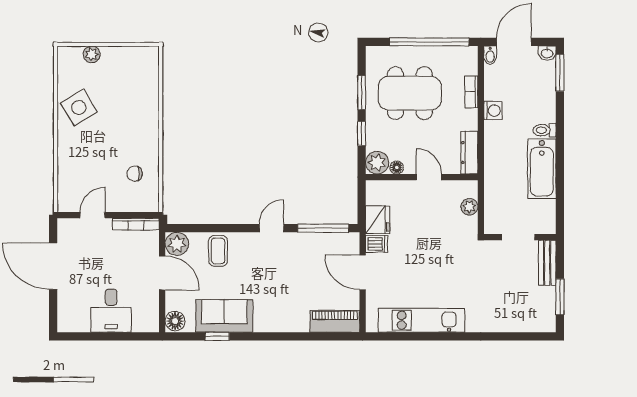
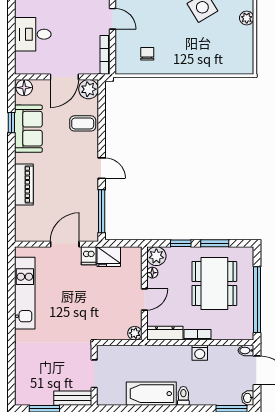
bookcase: (471, 92) -> (197, 335), moved
plant: (469, 207) -> (135, 333), moved
piano: (335, 321) -> (24, 184), moved

